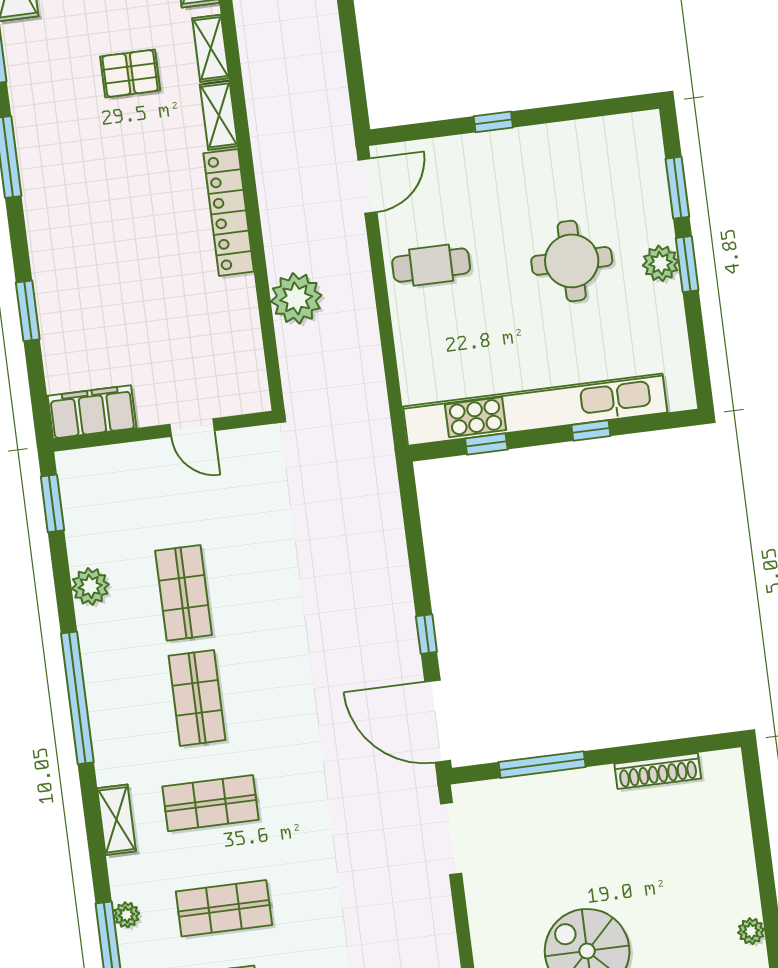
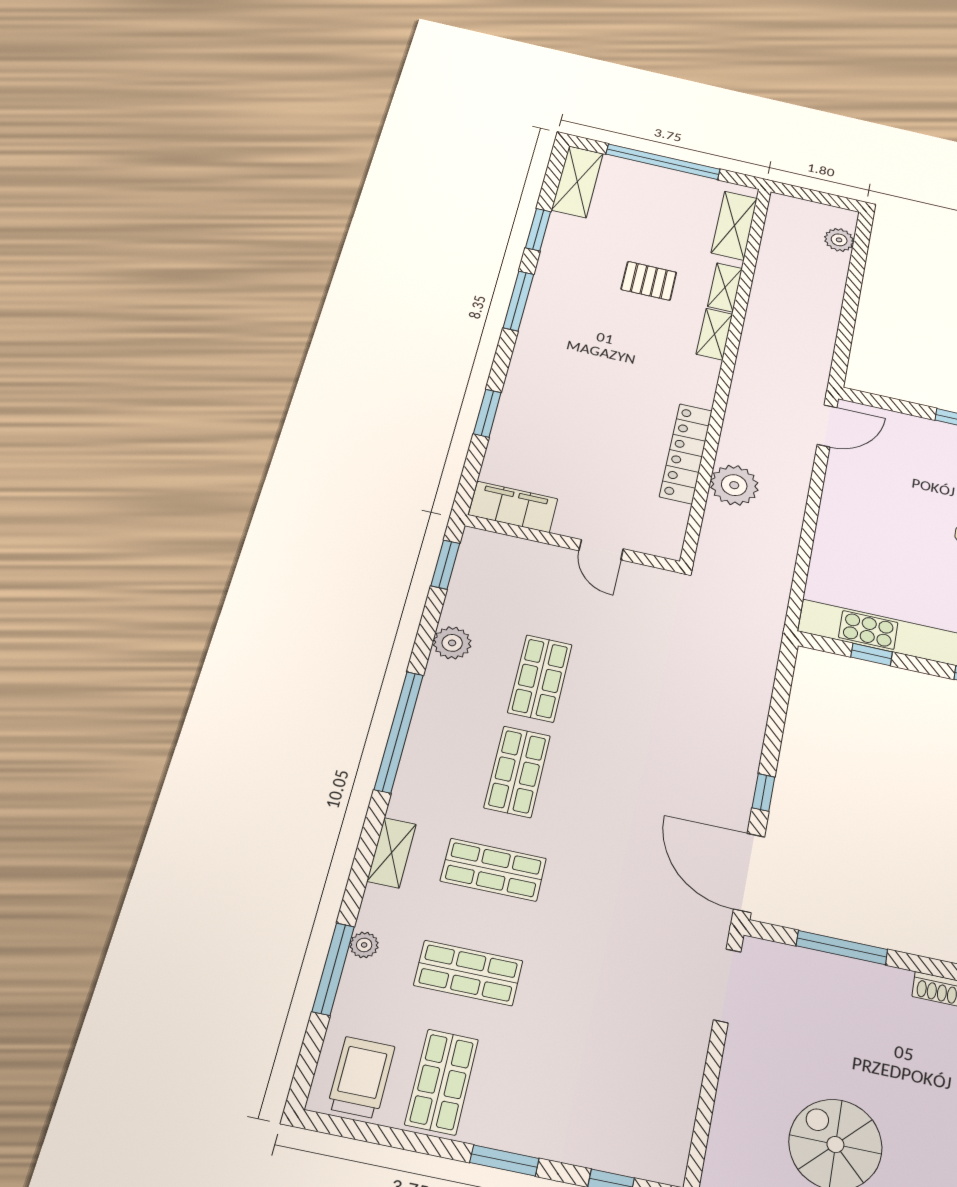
locker: (229, 212) -> (686, 453), moved
cafe table: (431, 265) -> (865, 501), removed

